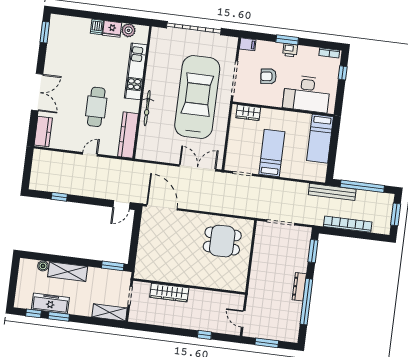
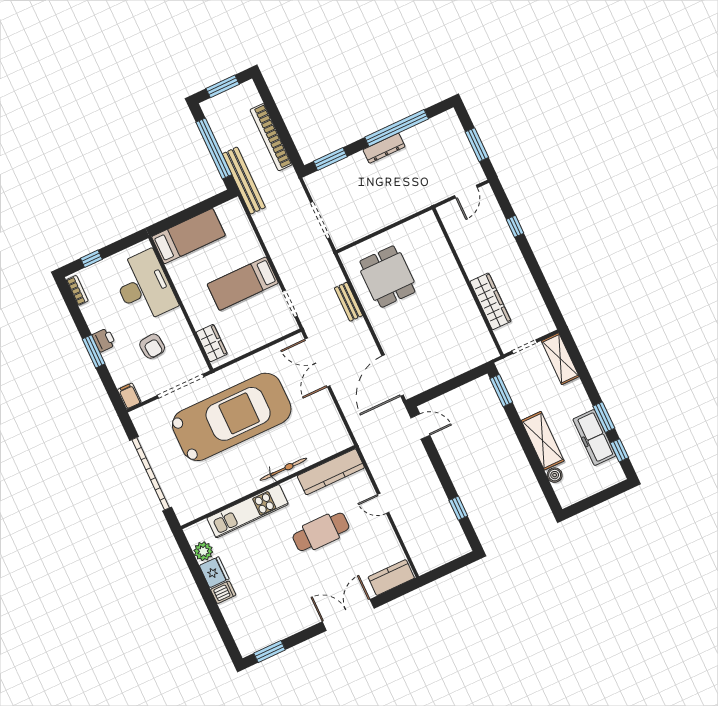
car: (197, 97) -> (232, 417), turned 180
bench: (222, 209) -> (348, 302), added

